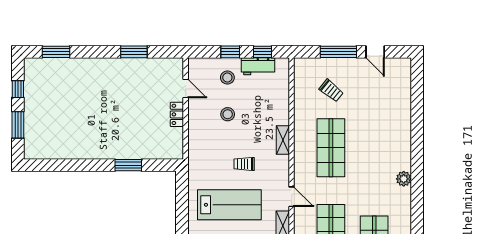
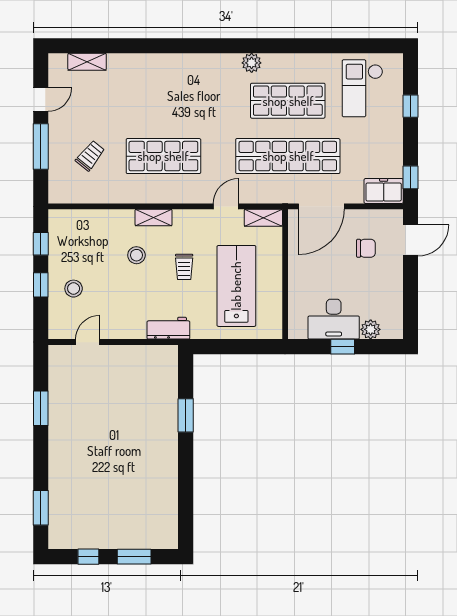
workbench: (258, 66) -> (168, 328), moved, turned -90
shelving: (405, 88) -> (87, 62), added
locker: (177, 114) -> (121, 353), removed
stool: (228, 114) -> (136, 255), moved
plant: (404, 179) -> (252, 63), moved

